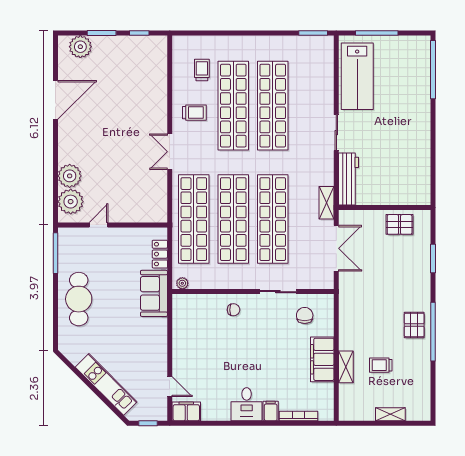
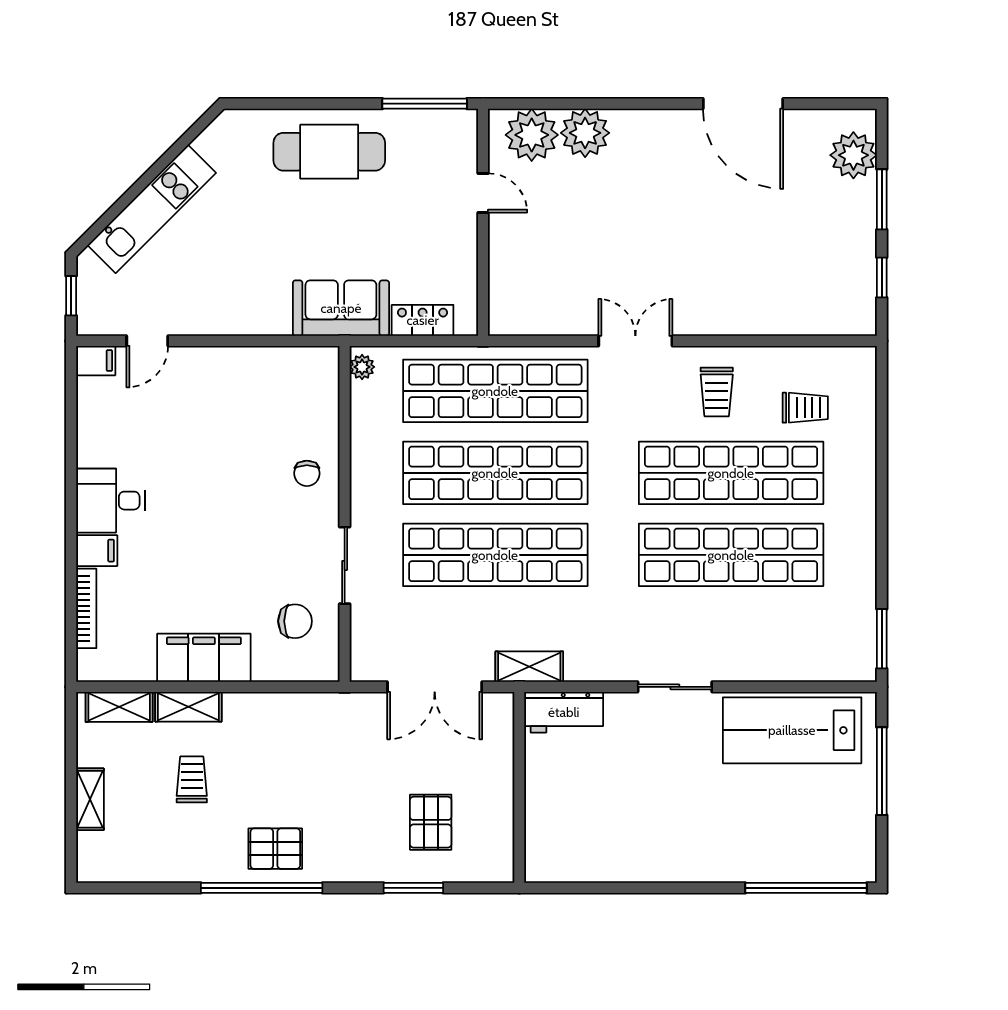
workbench: (348, 179) -> (564, 712), width x0.73
pallet: (400, 224) -> (431, 822), moved
shelving: (346, 400) -> (119, 707), added
filing cabinet: (186, 411) -> (96, 361), width x0.50

